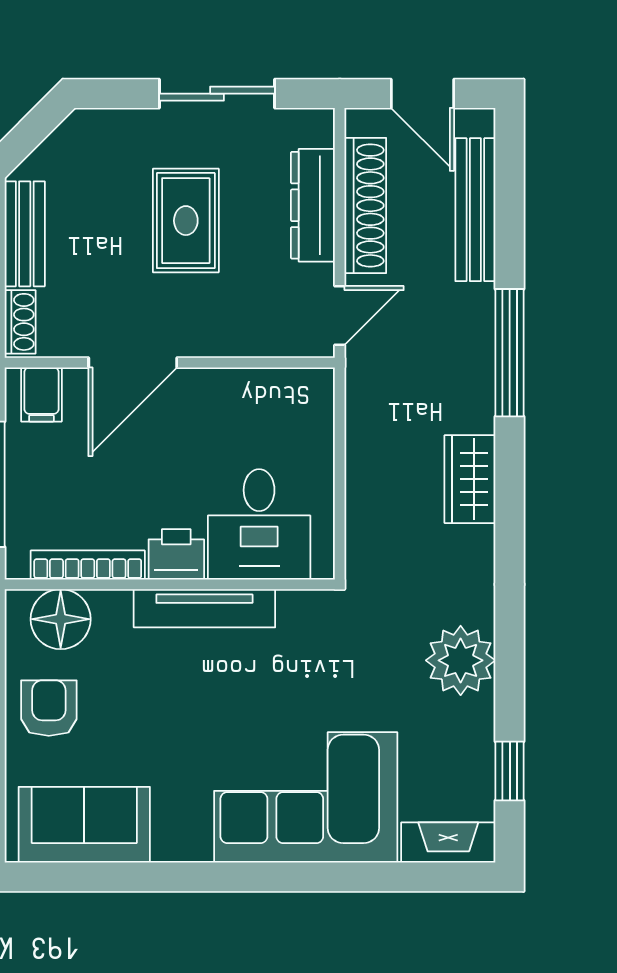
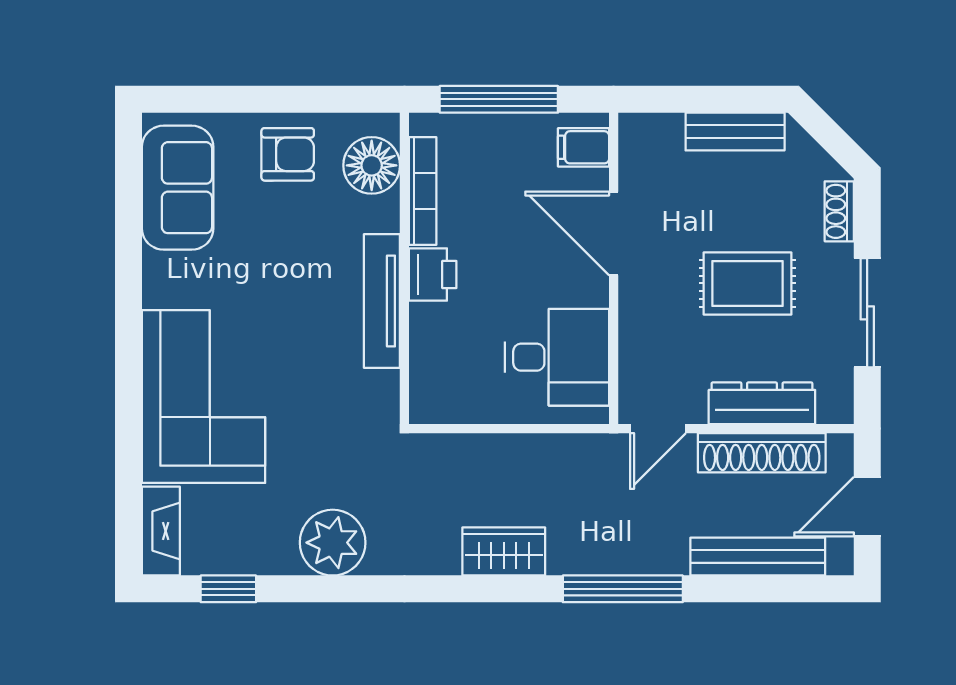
door: (340, 316) -> (658, 429), hinge flipped
shoe rack: (20, 322) -> (839, 211), moved, turned 90
desk: (259, 524) -> (557, 357), moved, turned 180

